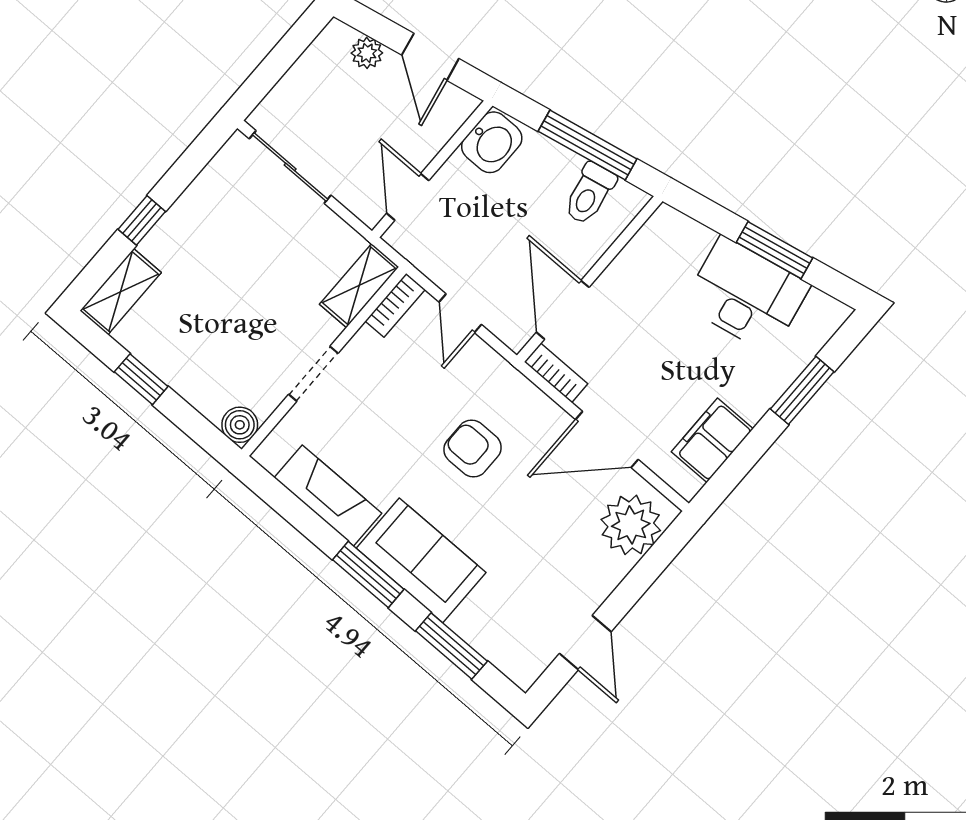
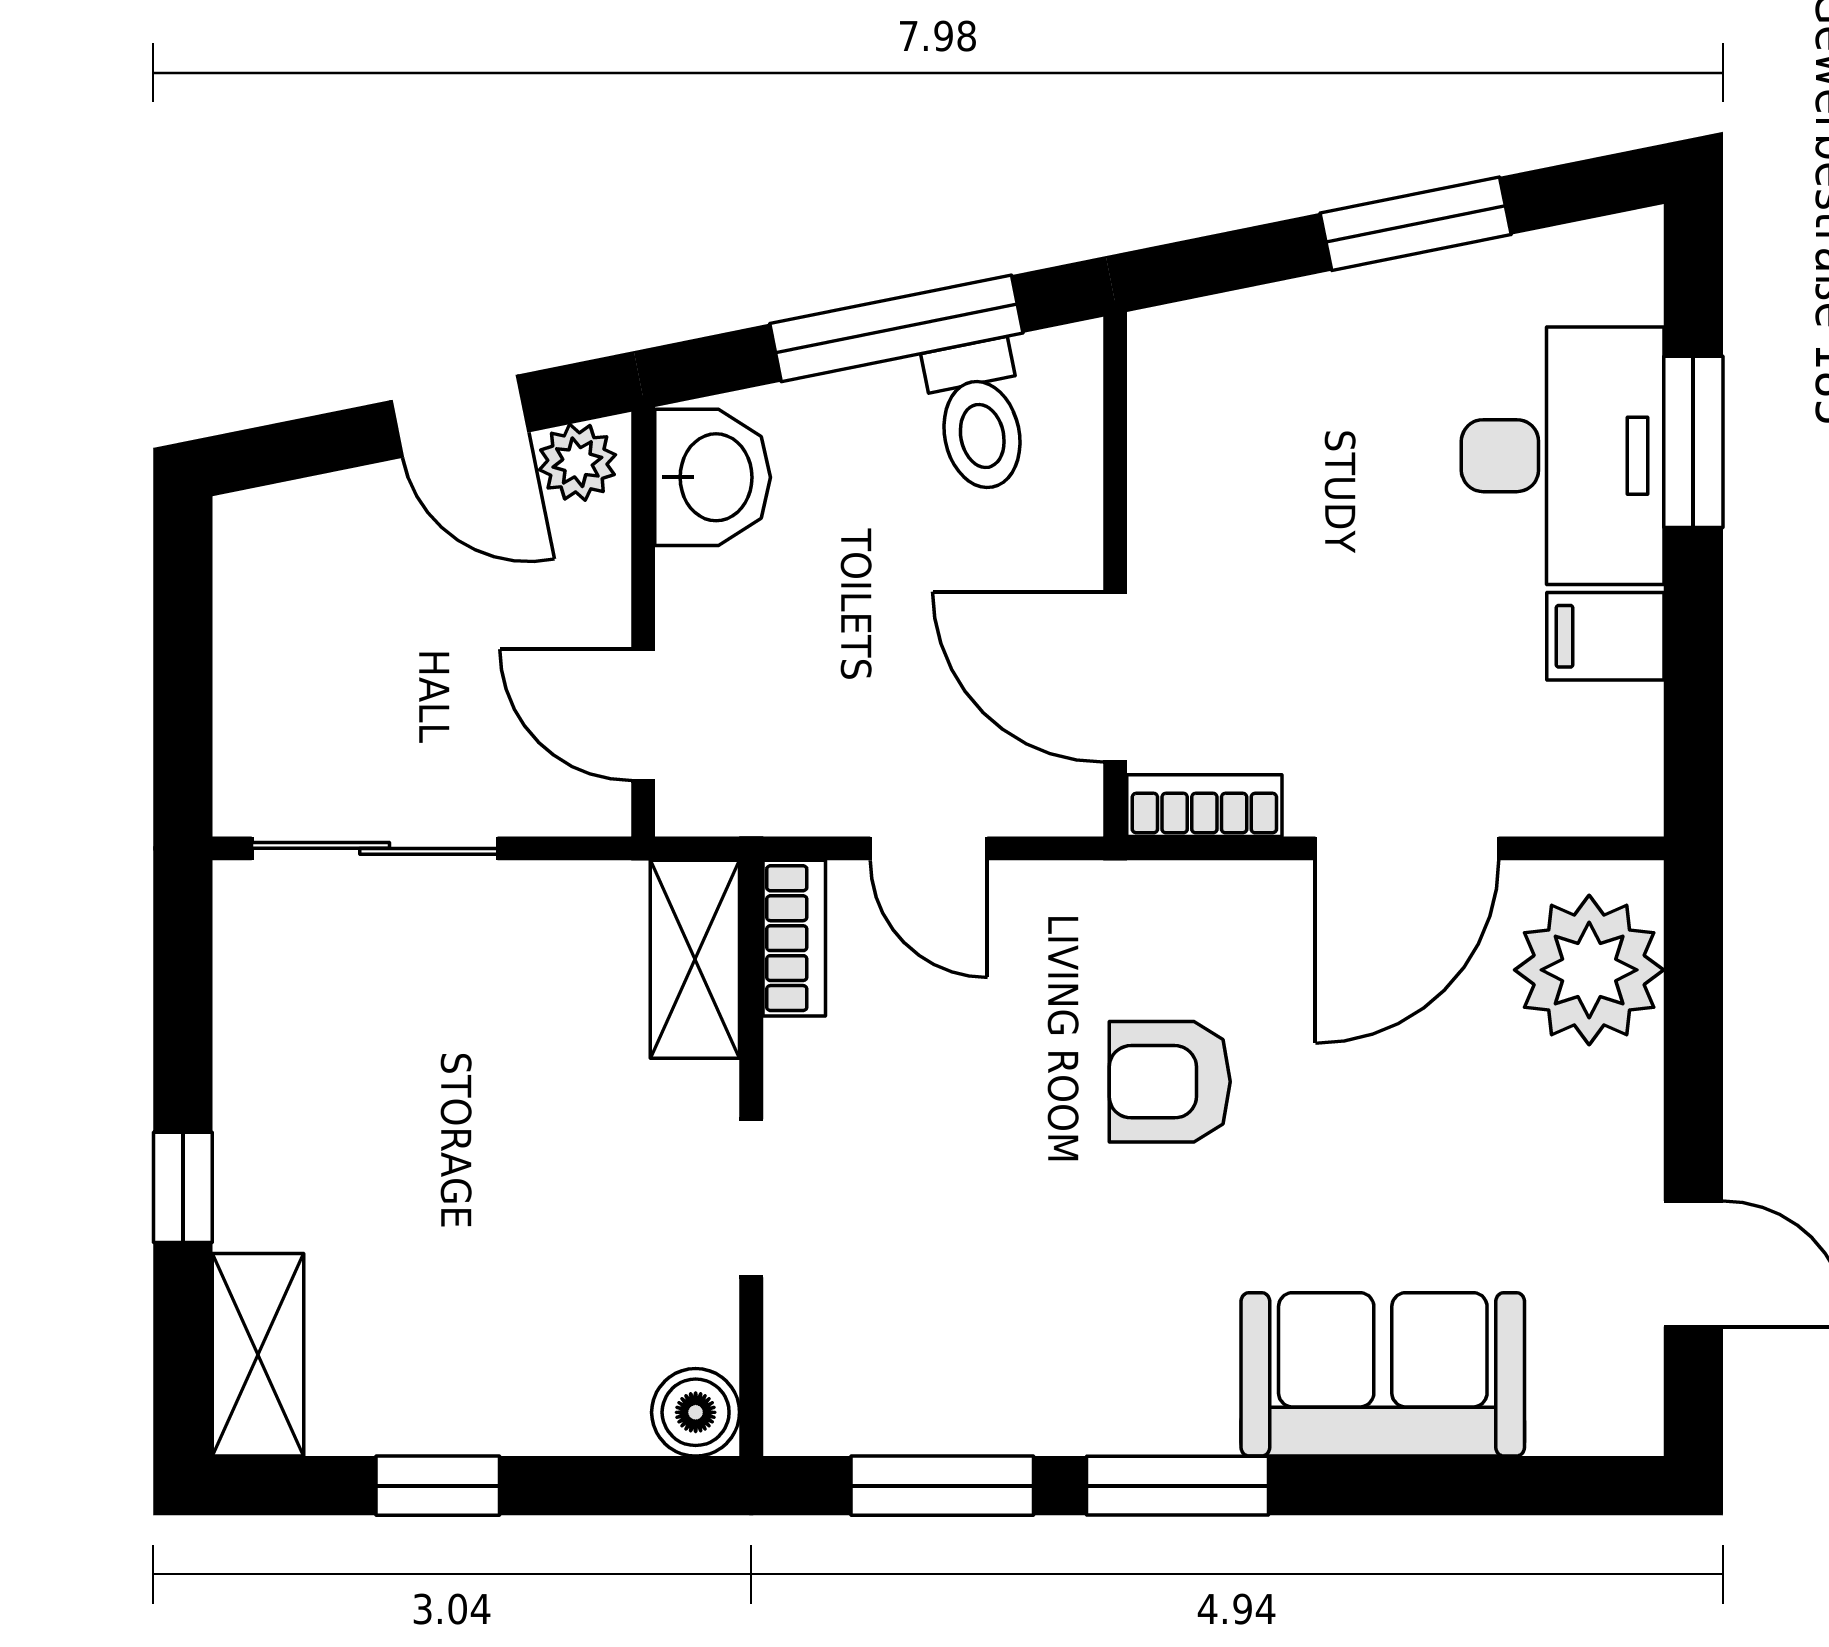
plant: (367, 53) -> (577, 462), moved
desk: (746, 295) -> (1563, 456), moved, turned 101
filing cabinet: (712, 440) -> (1605, 636), width x0.50
fireplace: (328, 496) -> (975, 1403), removed
sofa: (421, 560) -> (1383, 1374), moved
window: (451, 646) -> (942, 1486), moved

